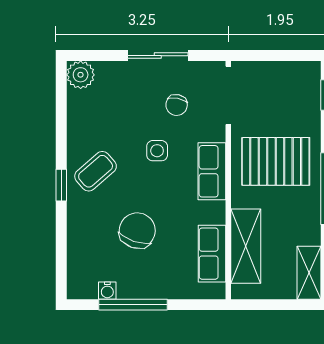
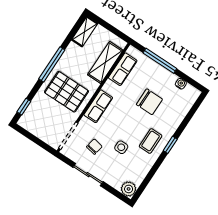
side table: (157, 151) -> (121, 147), moved
coffee table: (96, 171) -> (151, 141), turned -49
chair: (137, 231) -> (149, 102), turned -109
window: (133, 305) -> (160, 61), moved

